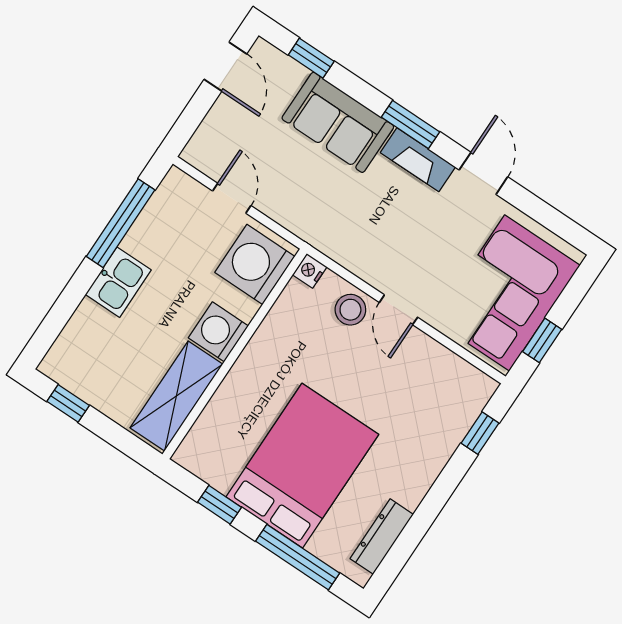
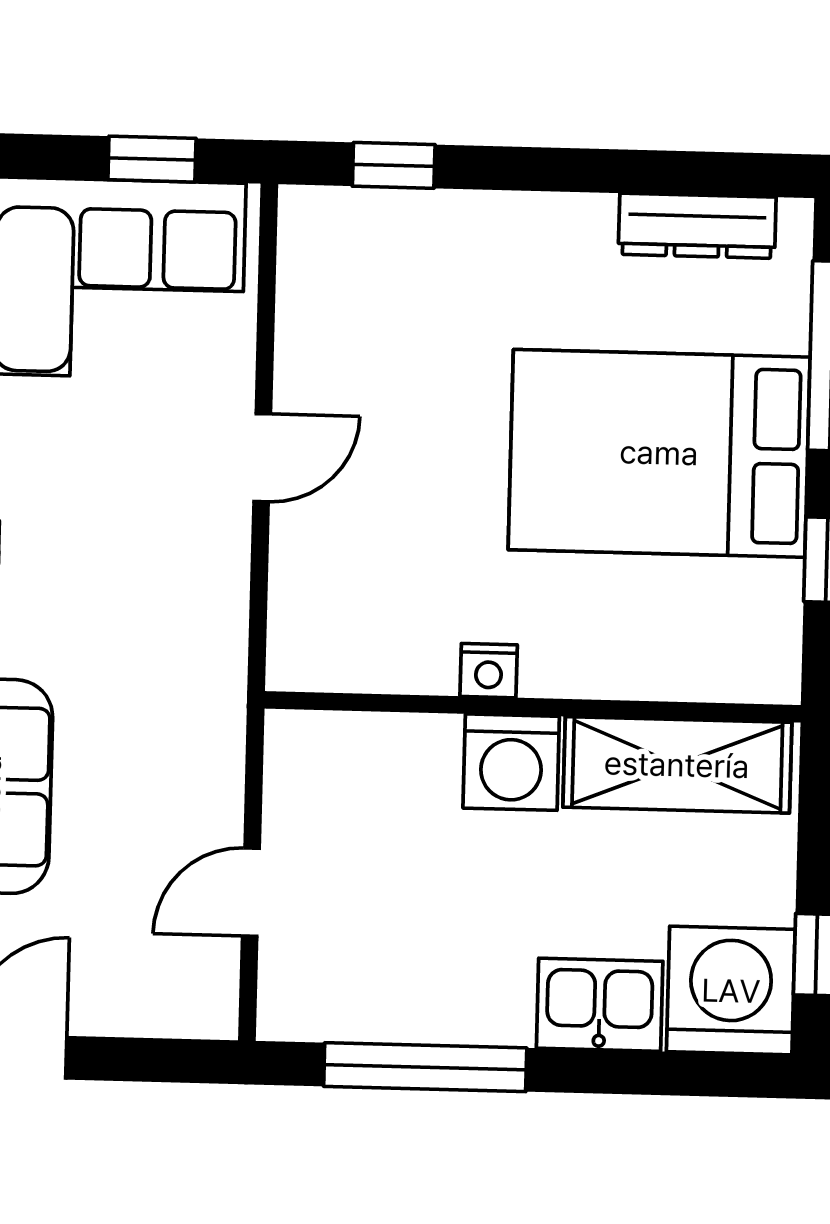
washing machine: (255, 264) -> (731, 991), moved, turned 180
nightstand: (310, 271) -> (489, 671), moved
kitchen sink: (118, 282) -> (600, 1005), moved
stool: (350, 310) -> (318, 546), removed

